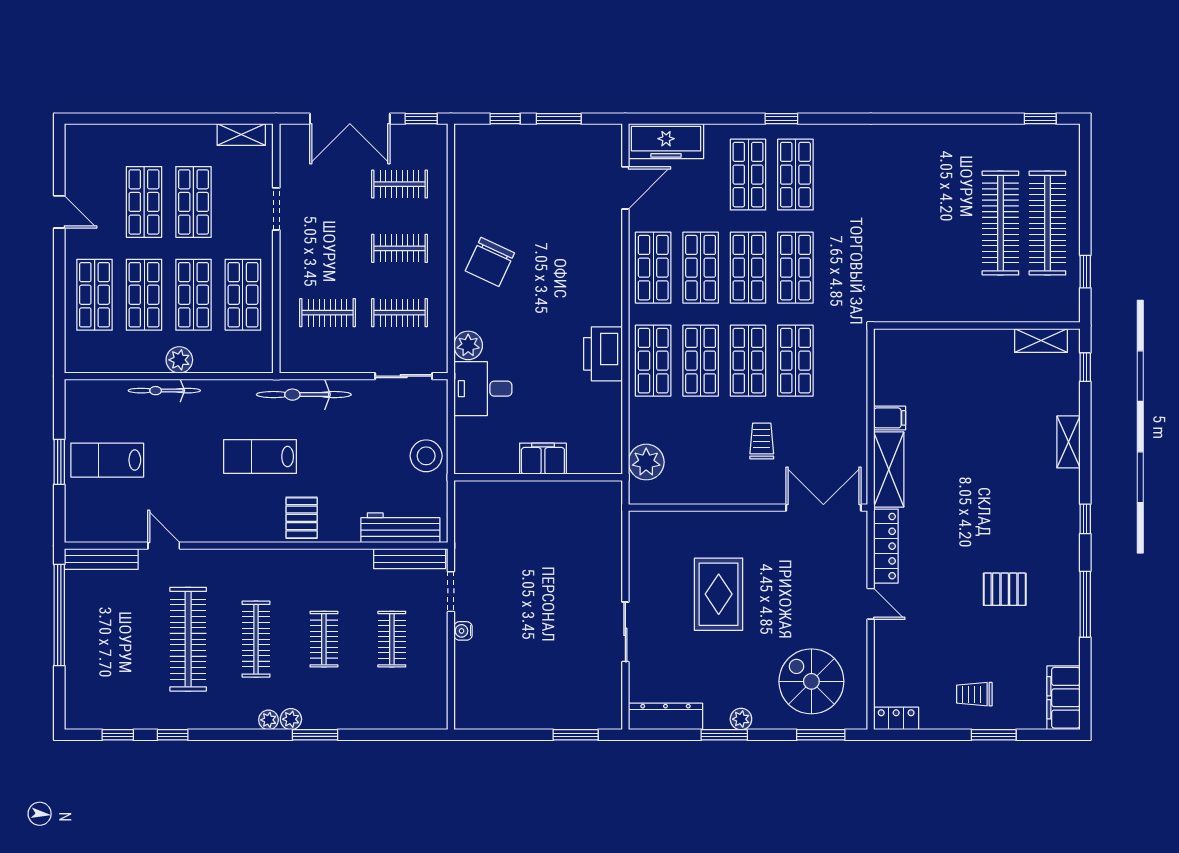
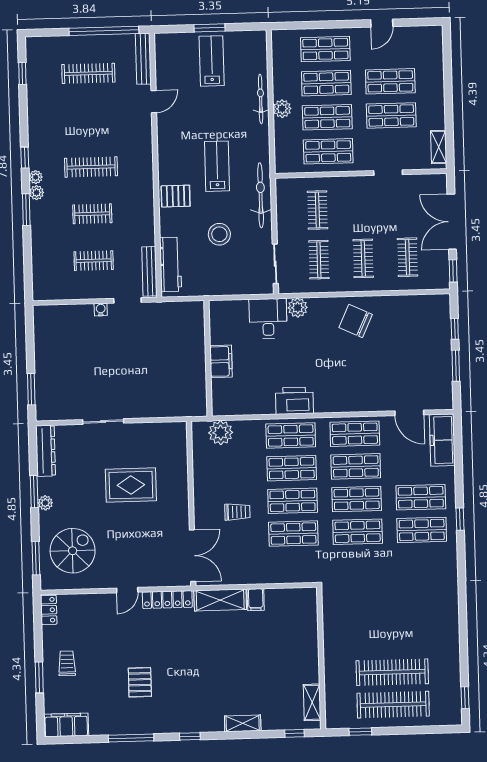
stool: (426, 456) -> (219, 234), moved
clothes rail: (188, 639) -> (88, 73), moved, width x0.73, depth x0.76
window: (173, 735) -> (25, 158), moved

